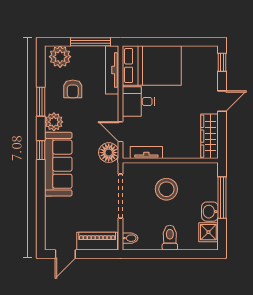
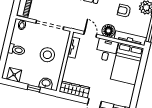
door: (121, 132) -> (90, 34), hinge flipped
floor lamp: (109, 153) -> (108, 31), moved
window: (222, 198) -> (34, 88), width x0.46
washbasin: (210, 212) -> (46, 83), moved

